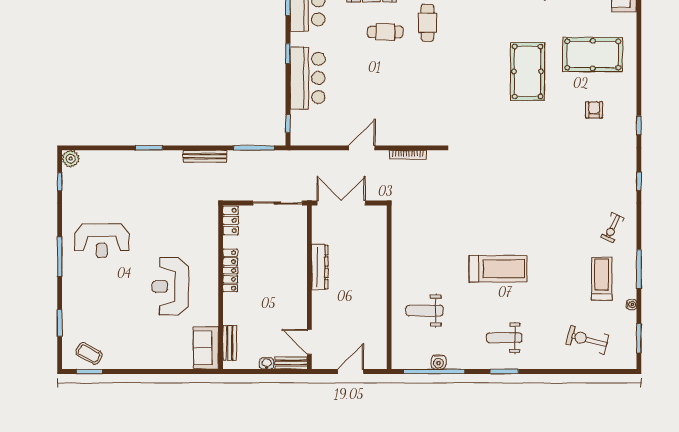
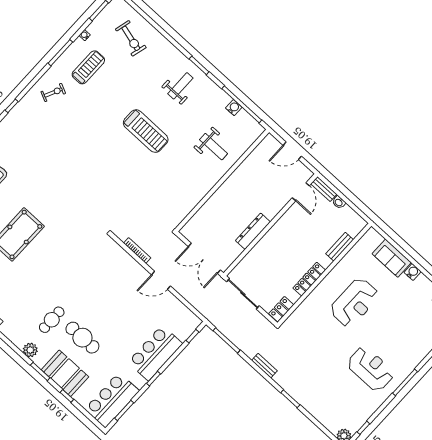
cafe table: (385, 32) -> (82, 338), width x1.37, depth x1.35
bench: (205, 156) -> (264, 366), width x0.73
treadmill: (498, 269) -> (146, 131), turned 180
treadmill: (602, 279) -> (88, 67), turned 180
weight bench: (504, 338) -> (180, 86), turned -90
bench: (230, 343) -> (340, 247), moved
sofa: (206, 348) -> (392, 258), moved, turned 90
water cooler: (143, 362) -> (413, 272), added

